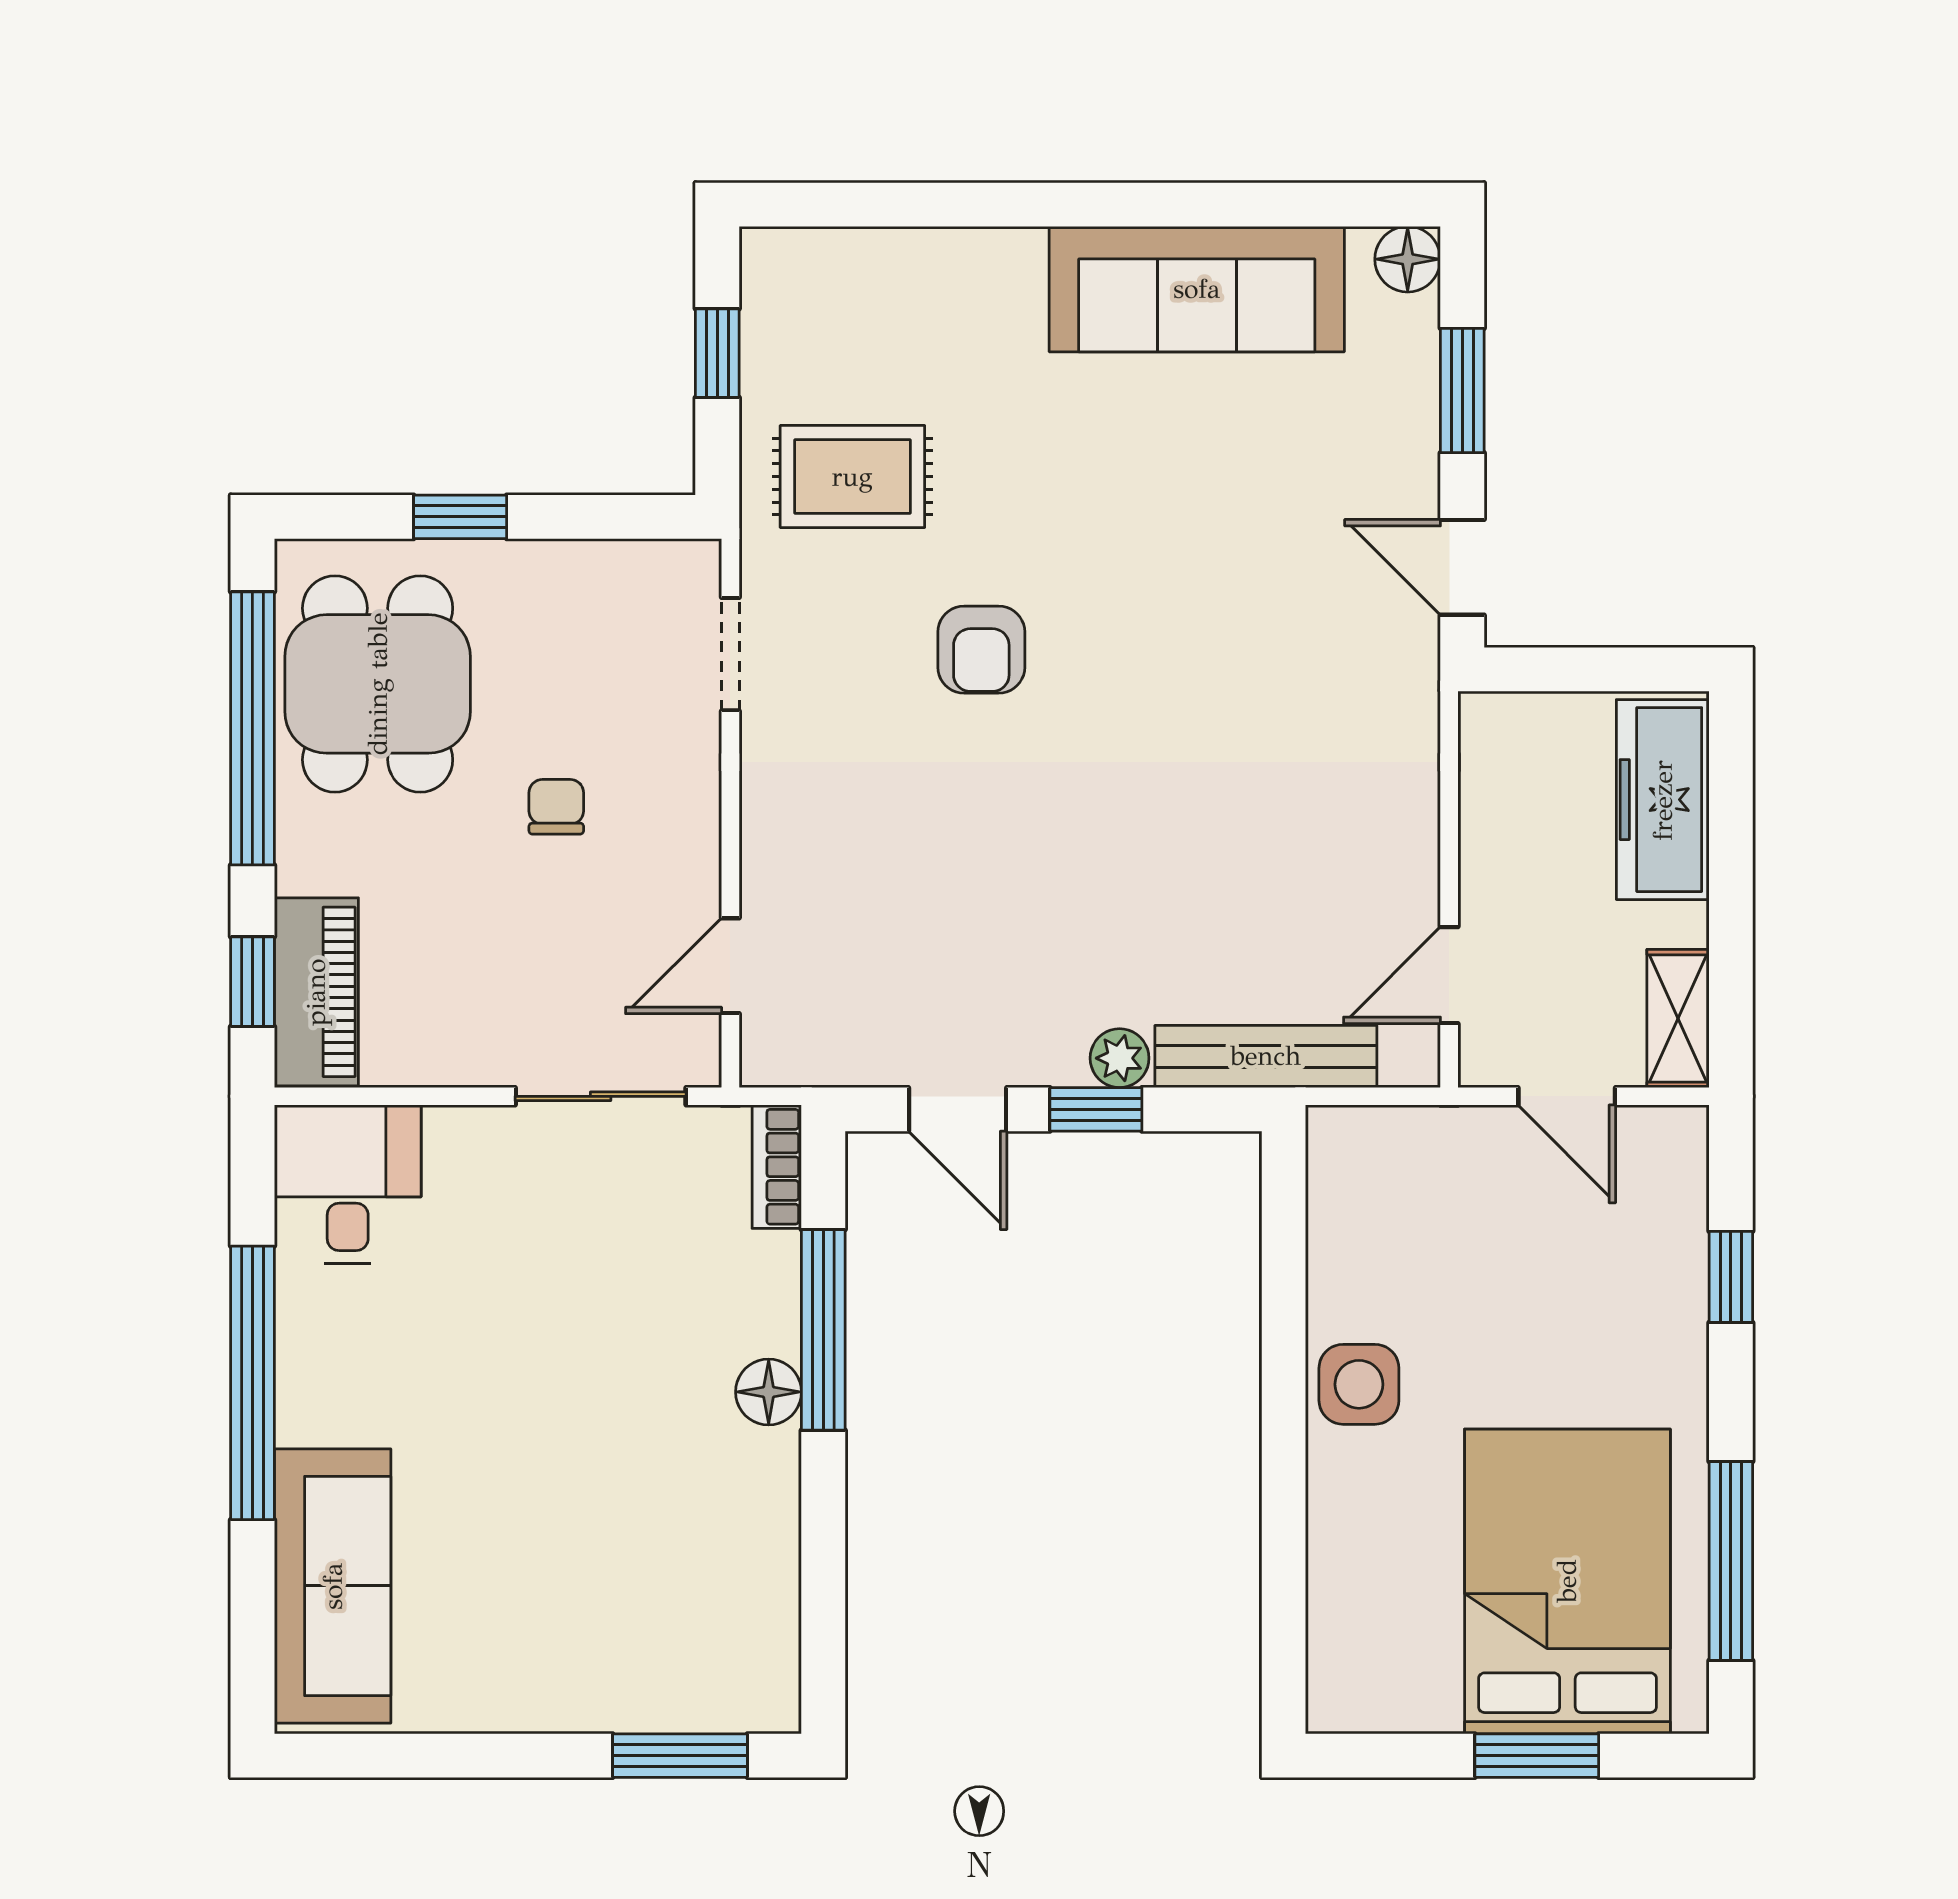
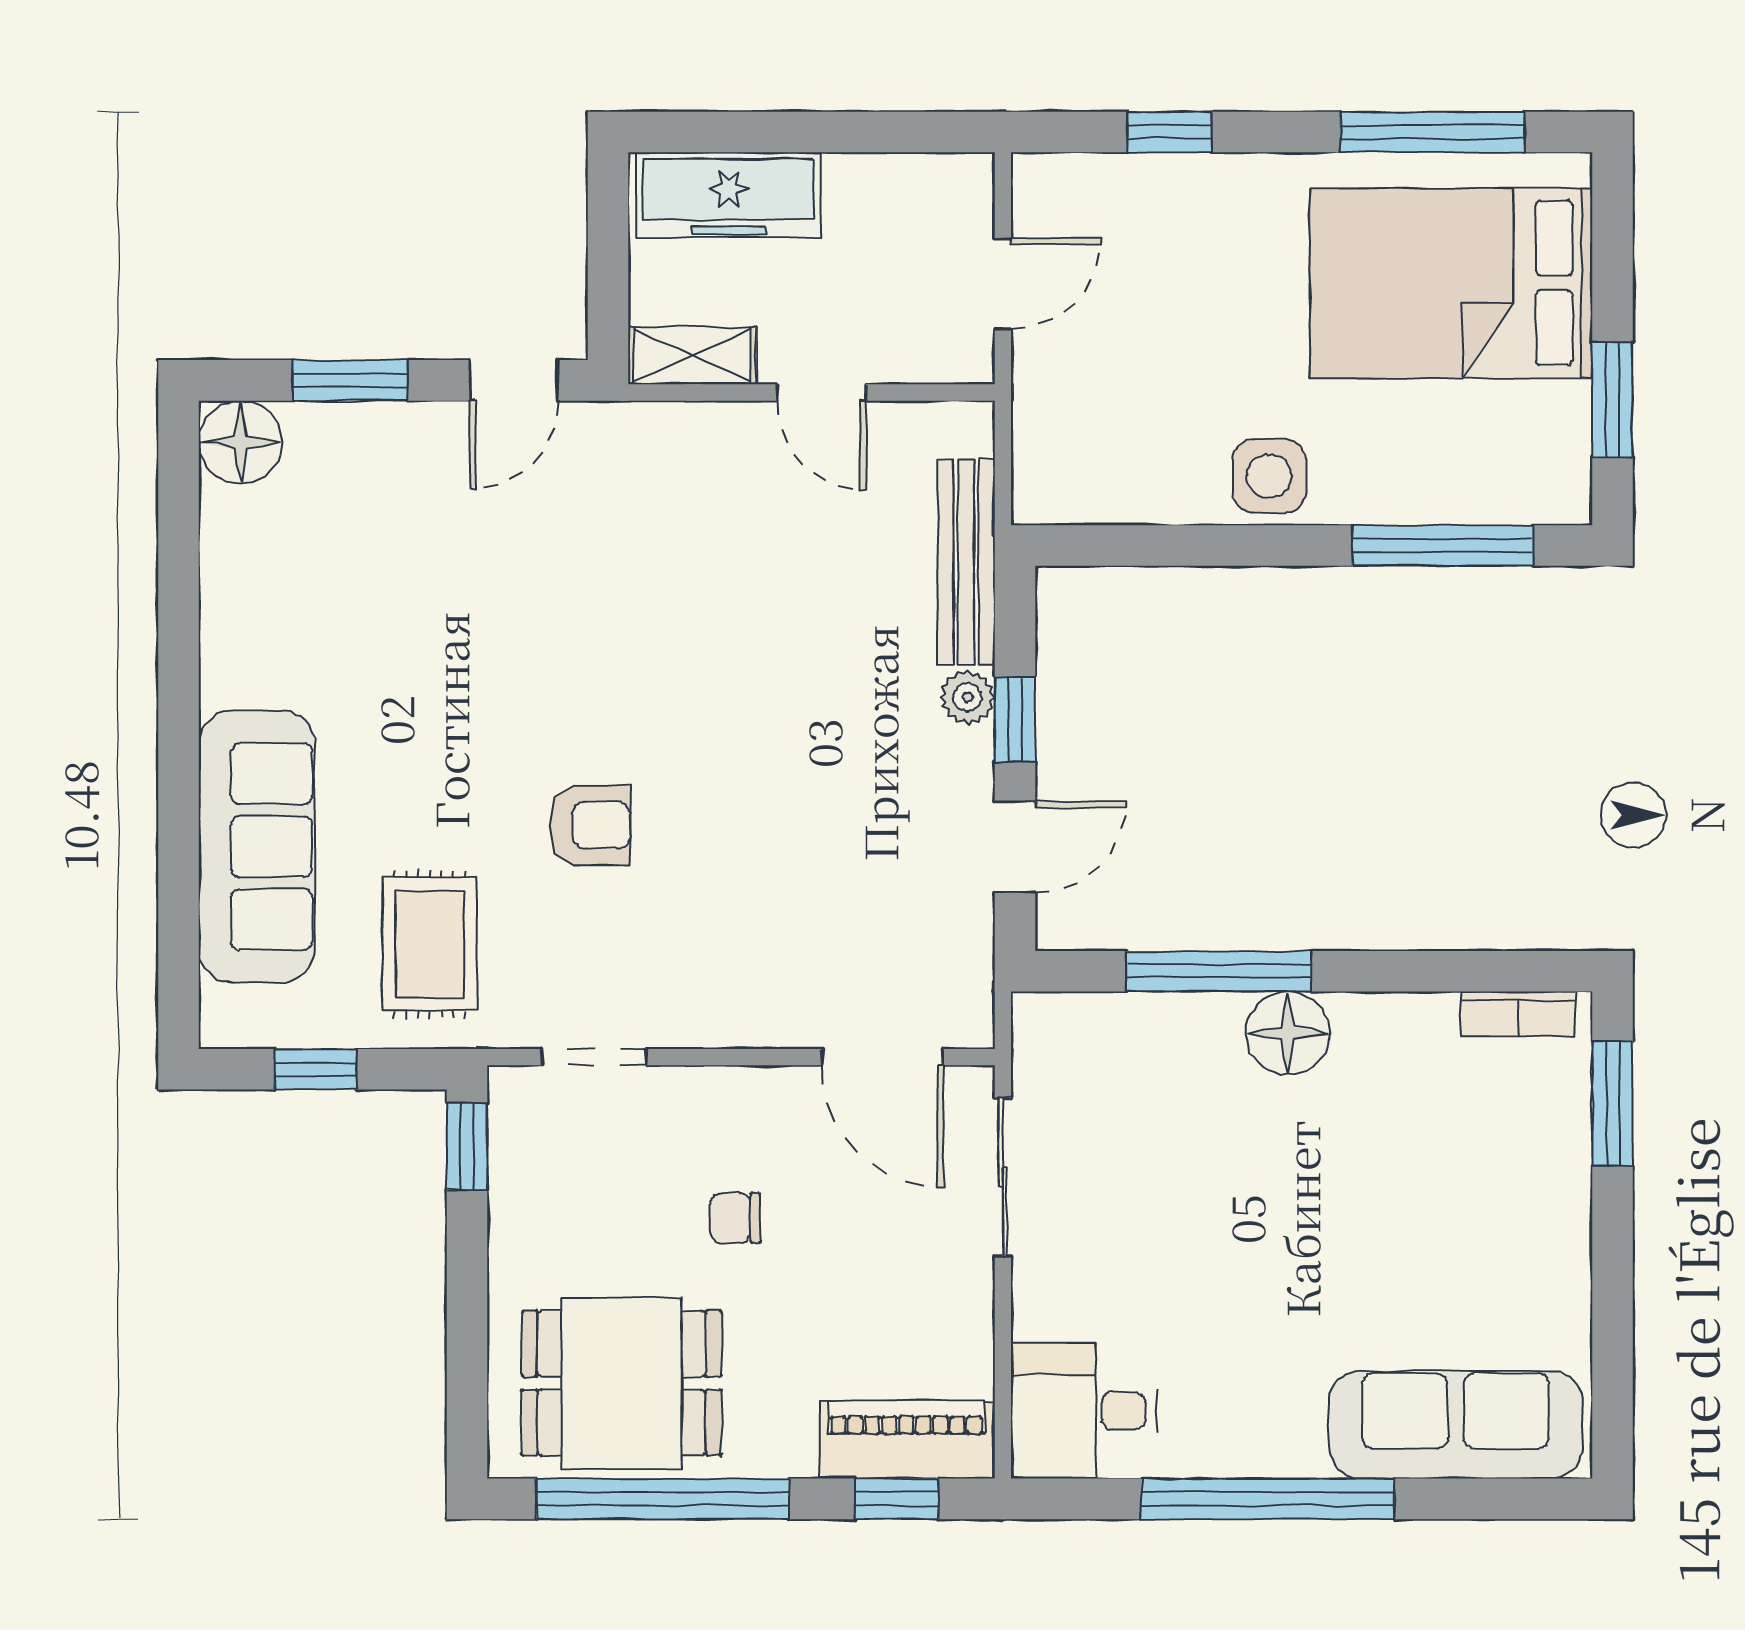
floor lamp: (1408, 259) -> (240, 442), width x1.38, depth x1.38
sofa: (1197, 289) -> (257, 847), moved
window: (460, 517) -> (467, 1147), moved
door: (730, 966) -> (882, 1057), width x1.38
door: (1449, 975) -> (821, 392), moved
shelving: (1678, 1018) -> (692, 356), moved
bookcase: (777, 1167) -> (1518, 1014), moved
floor lamp: (769, 1392) -> (1288, 1033), width x1.38, depth x1.38
window: (1284, 1572) -> (1443, 546), added
window: (1537, 1756) -> (1612, 400), moved

